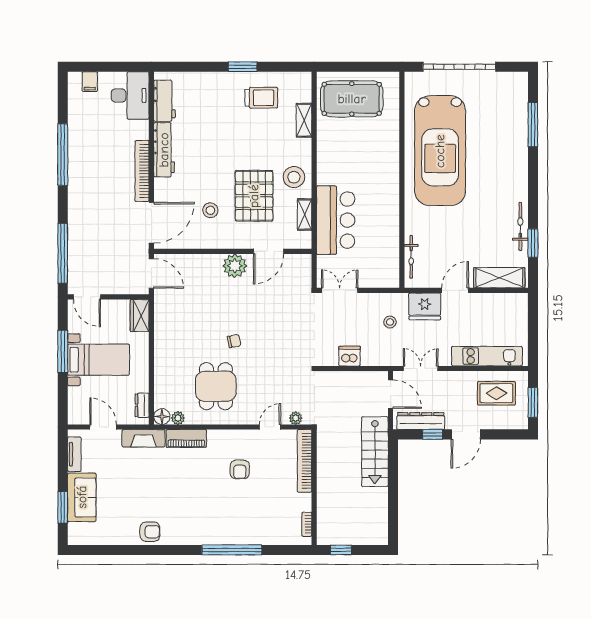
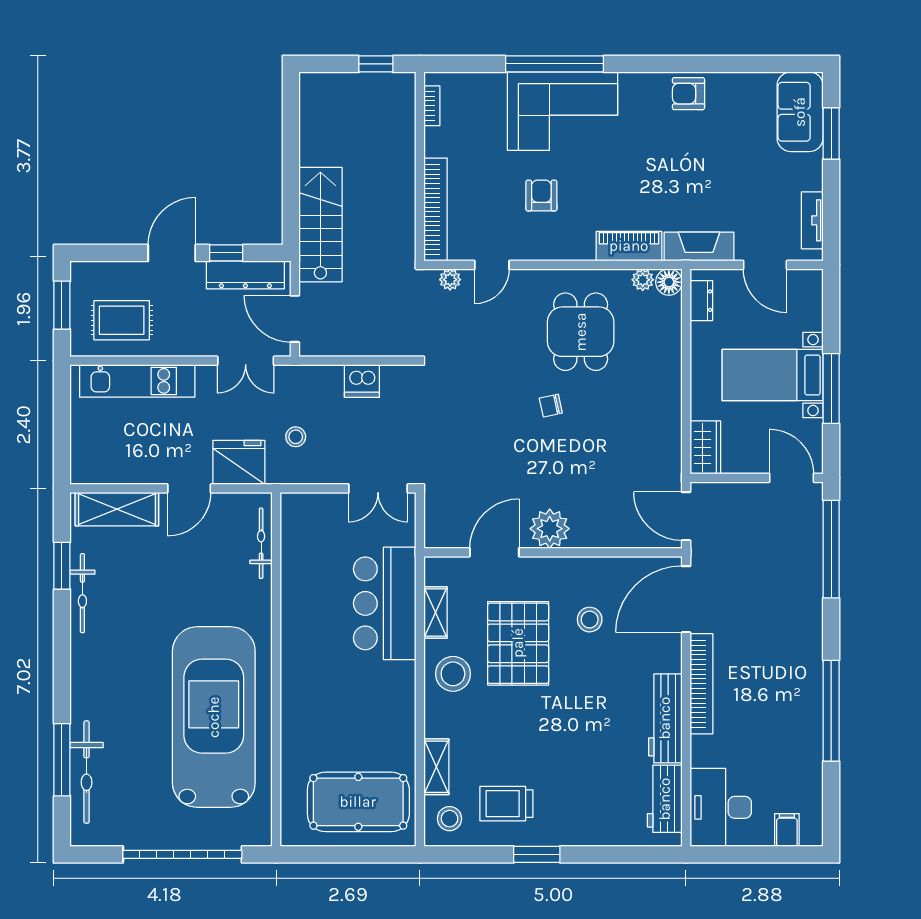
stool: (296, 89) -> (450, 819), added
bicycle: (518, 117) -> (87, 772), added
sofa: (82, 497) -> (800, 112), moved
corner sofa: (227, 521) -> (563, 111), added

